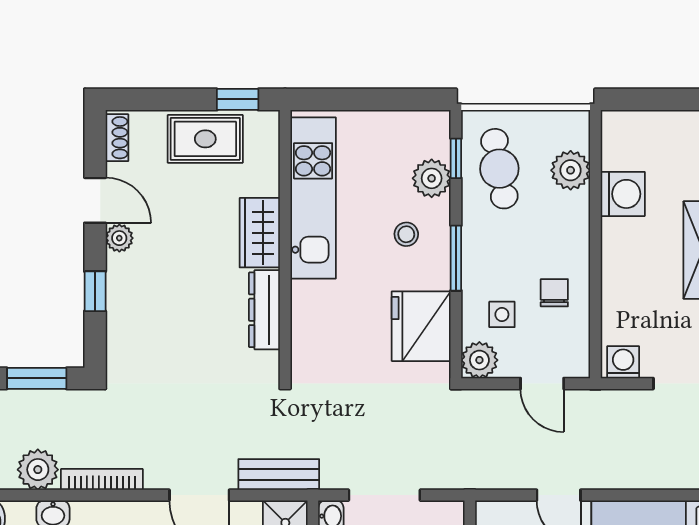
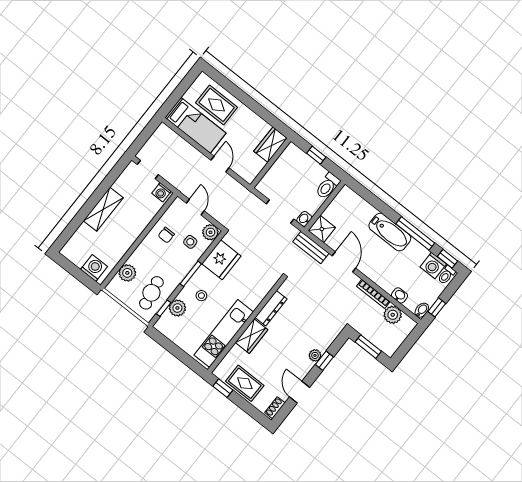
washing machine: (623, 194) -> (94, 268), moved, turned 90
plant: (119, 238) -> (315, 355), moved

